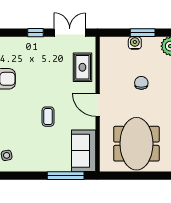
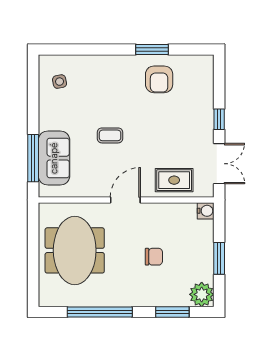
water cooler: (135, 43) -> (206, 211), moved
meeting table: (136, 144) -> (75, 250), turned 90
sofa: (84, 151) -> (54, 158), moved, turned 90

